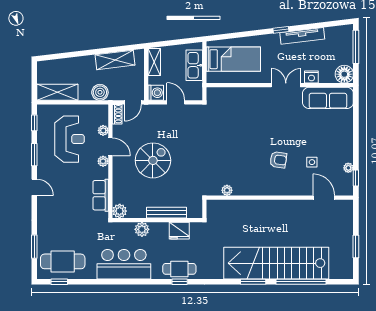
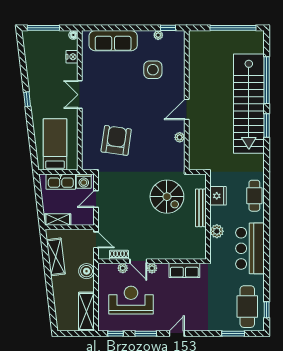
tv unit: (302, 36) -> (33, 79), removed
floor lamp: (344, 74) -> (73, 35), width x0.53, depth x0.53
nightstand: (311, 77) -> (72, 57), moved
washing machine: (156, 93) -> (84, 181), moved, turned 180
sofa: (328, 98) -> (113, 41), moved, turned 90
shoe rack: (117, 114) -> (119, 255), moved
door: (110, 147) -> (138, 261), swing flipped
spiral stairs: (153, 160) -> (167, 197), moved, turned 180
armchair: (278, 160) -> (116, 140), moved, width x1.88, depth x1.88
side table: (312, 162) -> (153, 70), width x1.87, depth x1.87
plant: (227, 190) -> (180, 137), moved
door: (324, 198) -> (187, 109), moved
plant: (120, 211) -> (199, 253), removed
window: (356, 246) -> (233, 28), width x2.11
window: (180, 282) -> (267, 195), removed

